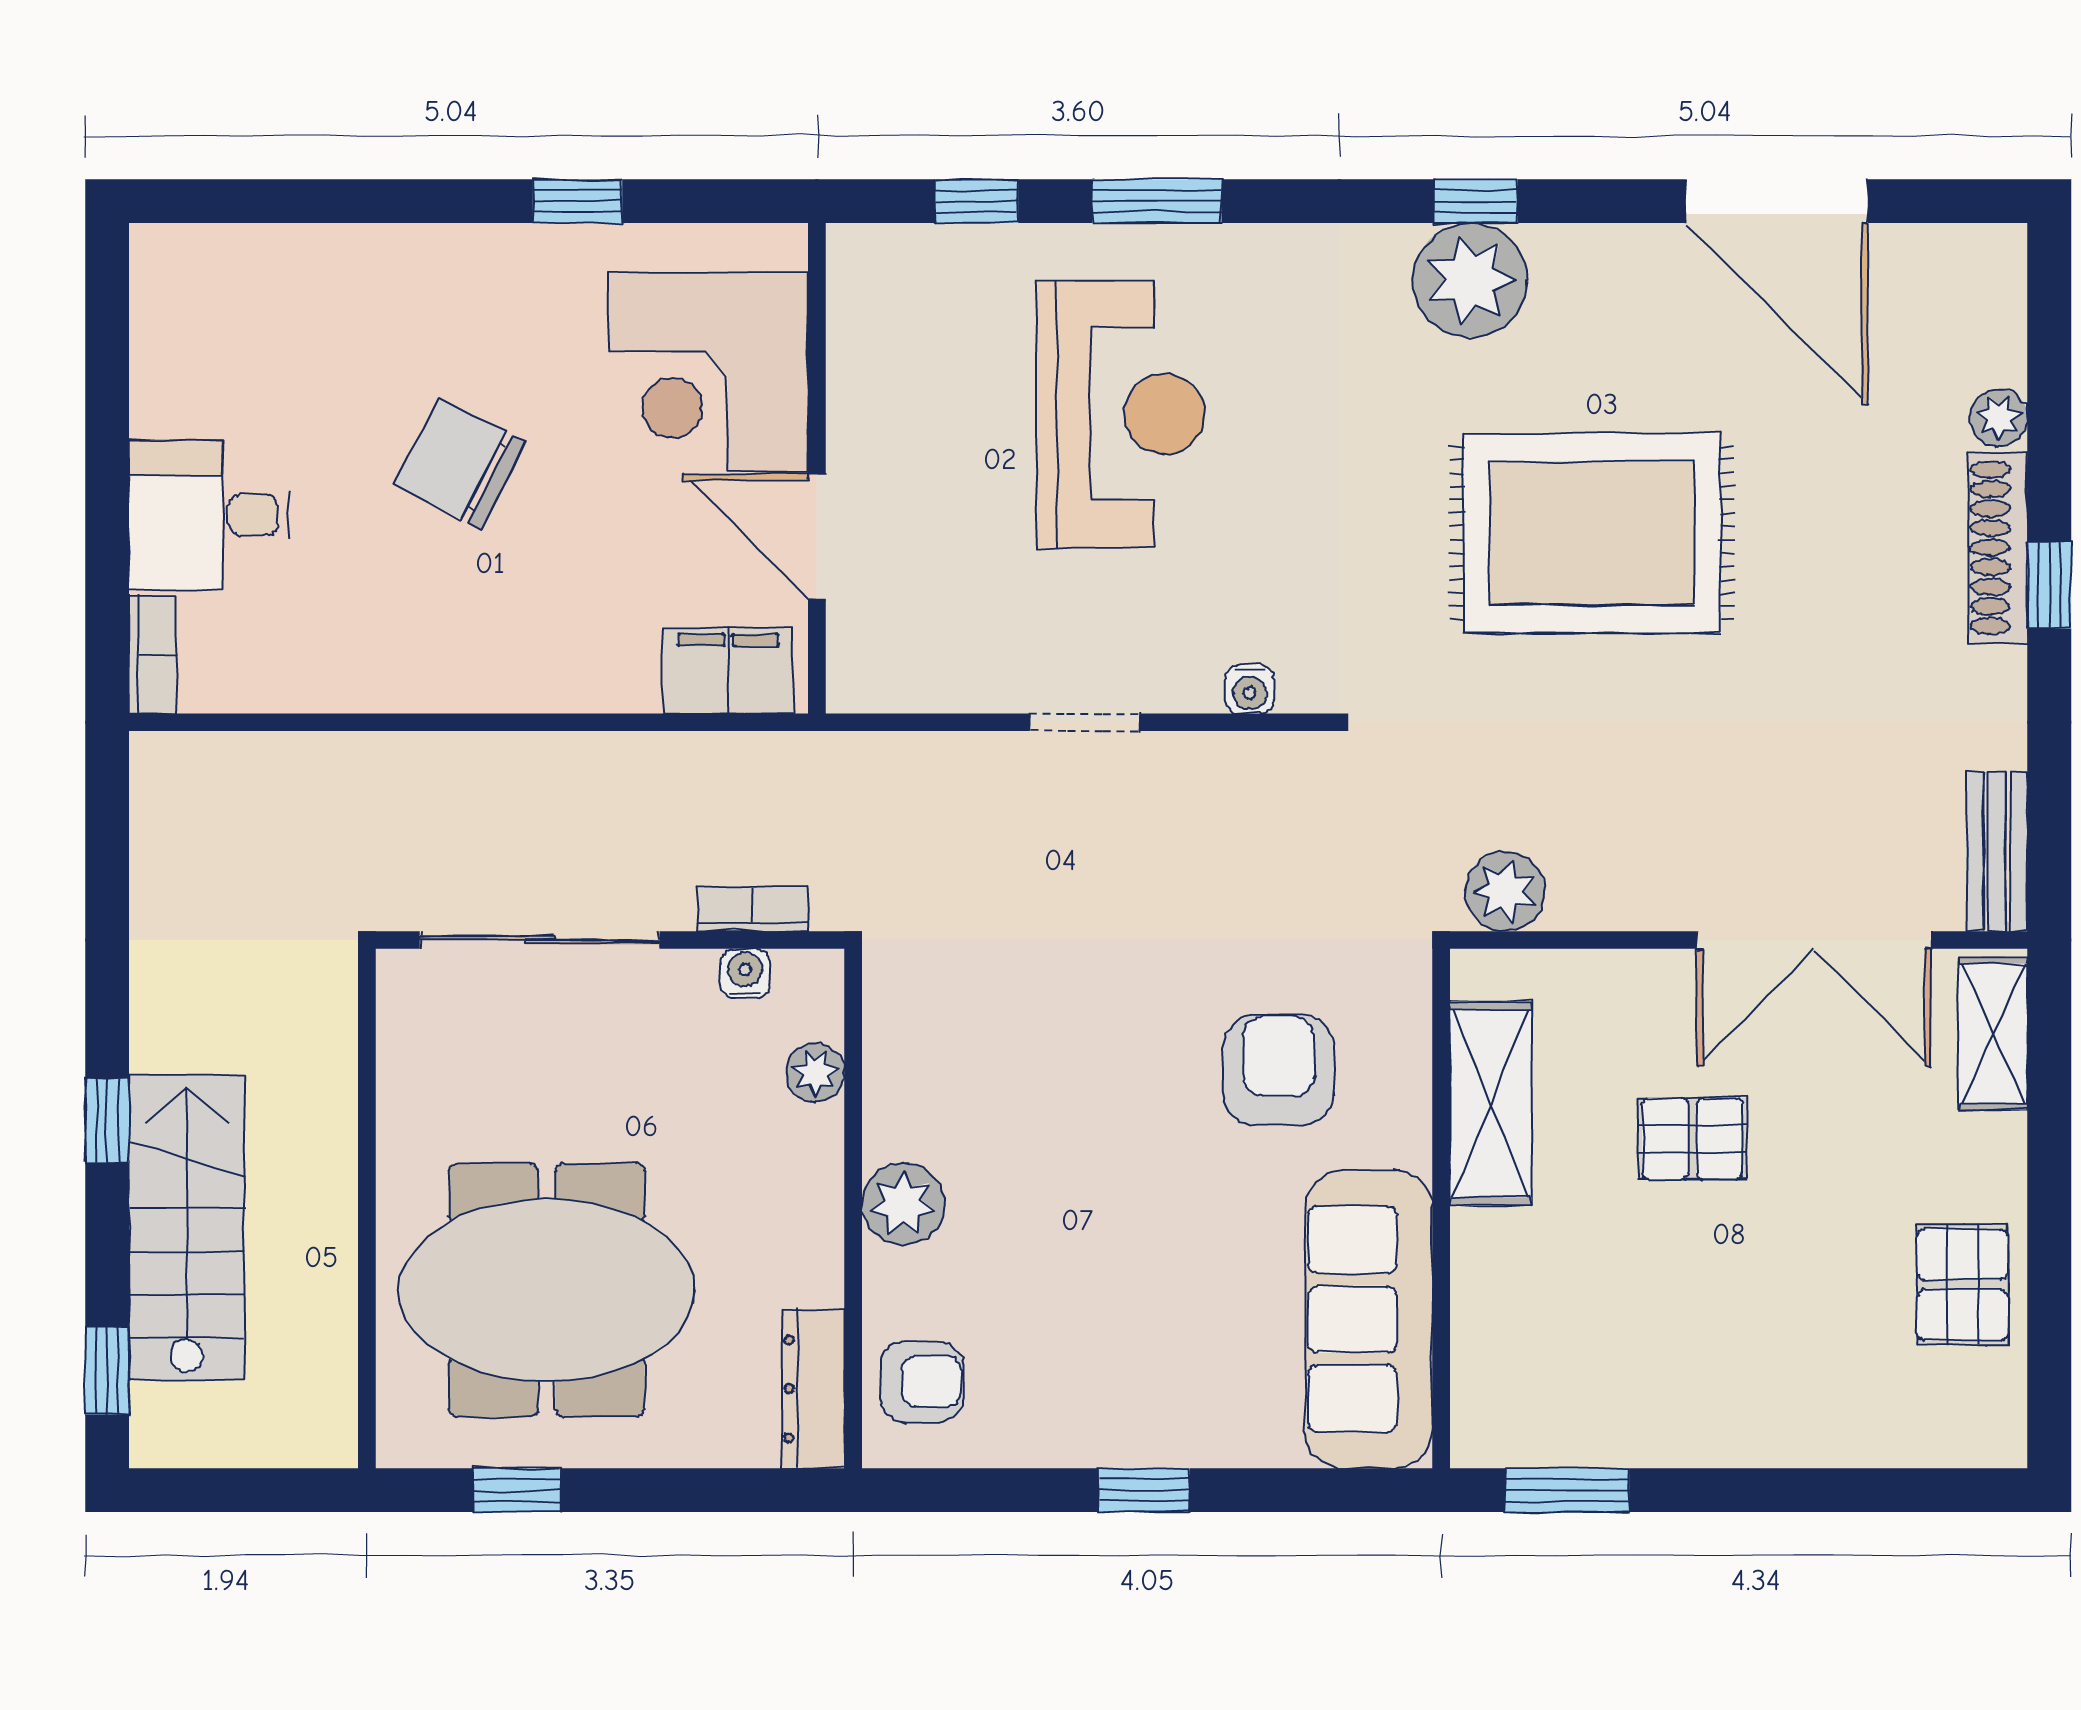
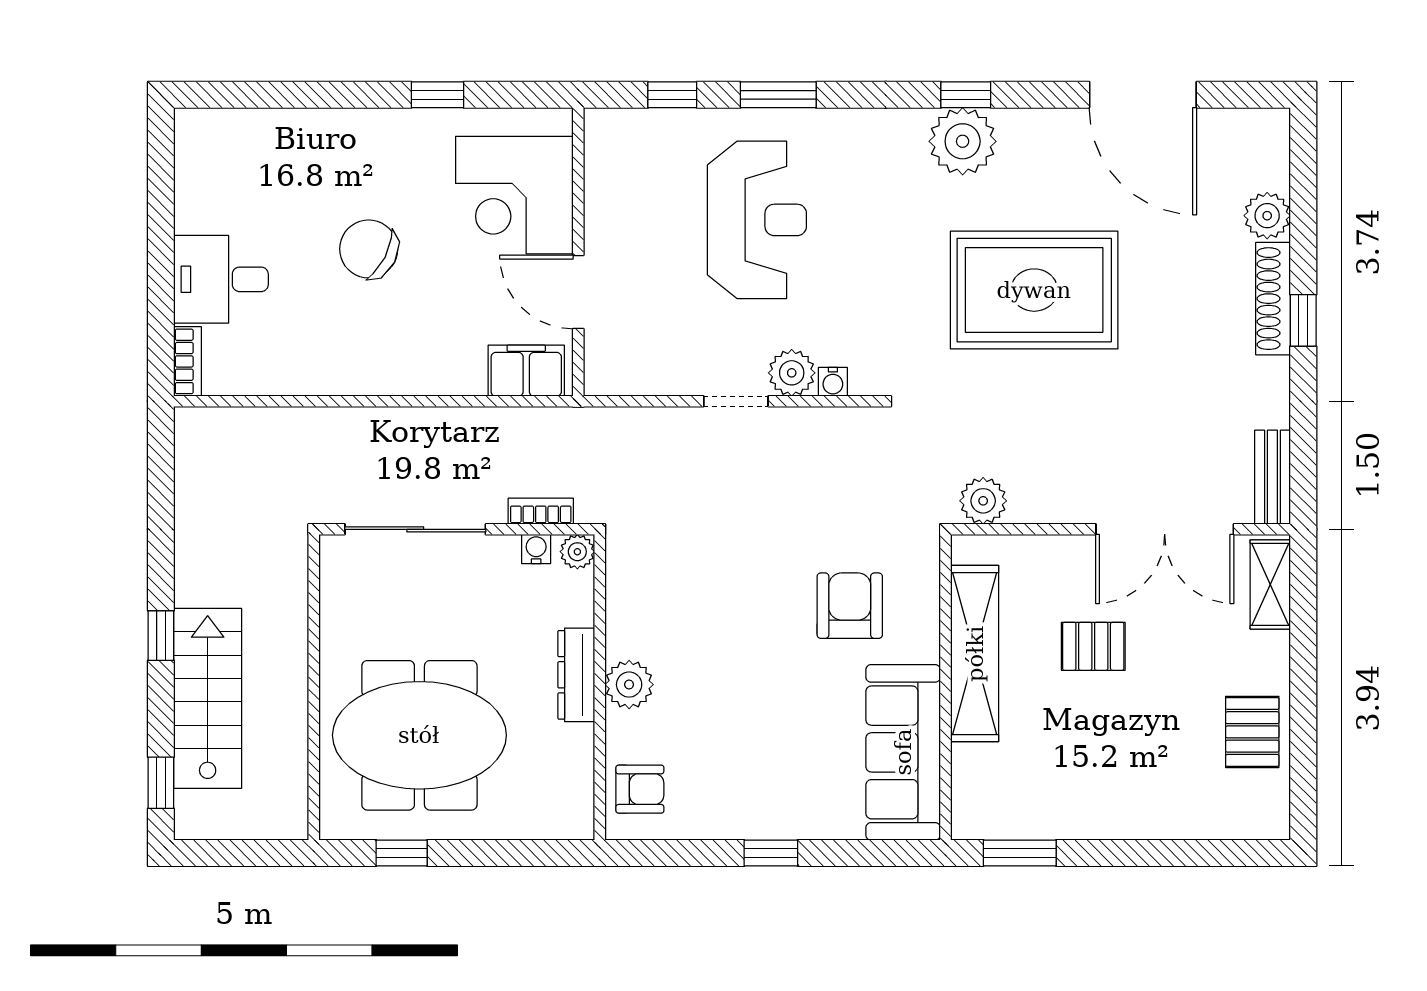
plant: (1999, 417) -> (1267, 216), width x1.38, depth x1.38
plant: (1180, 674) -> (792, 373), added
plant: (815, 1073) -> (577, 552), moved
shelving: (1491, 1103) -> (975, 654), width x1.47
dresser: (813, 1389) -> (576, 675), moved

